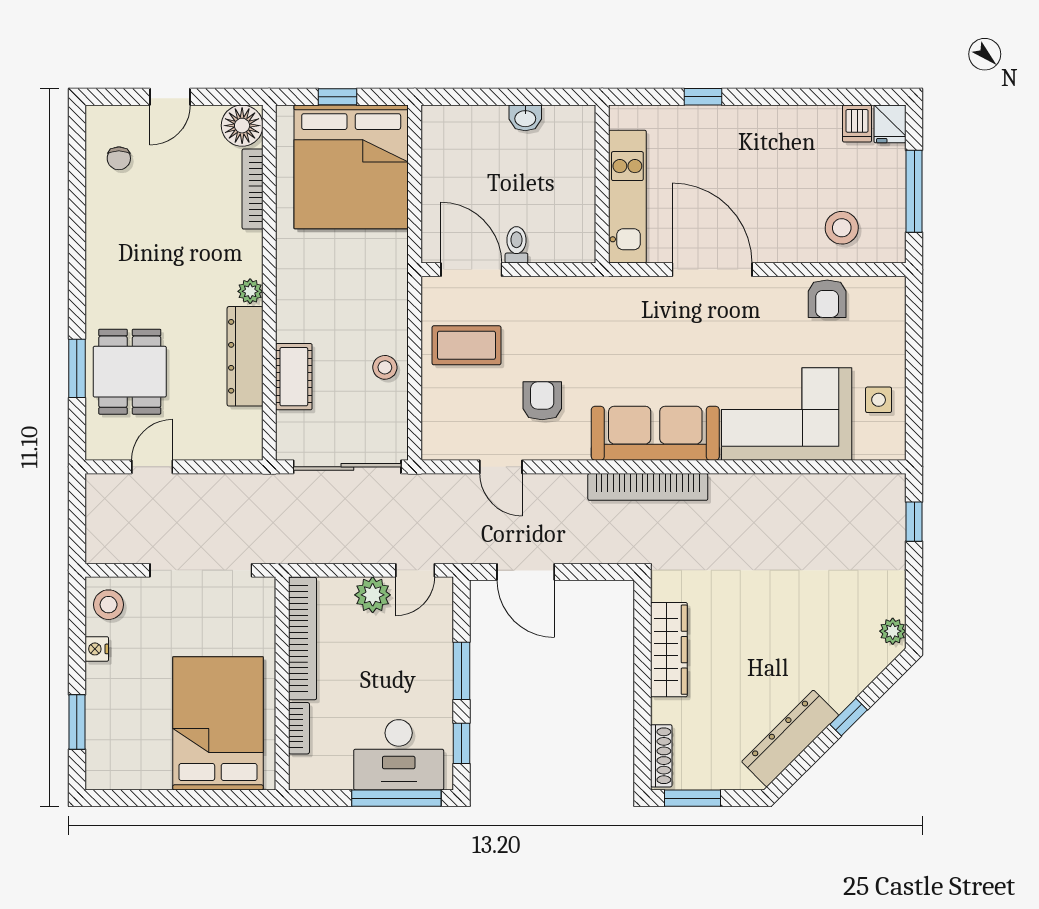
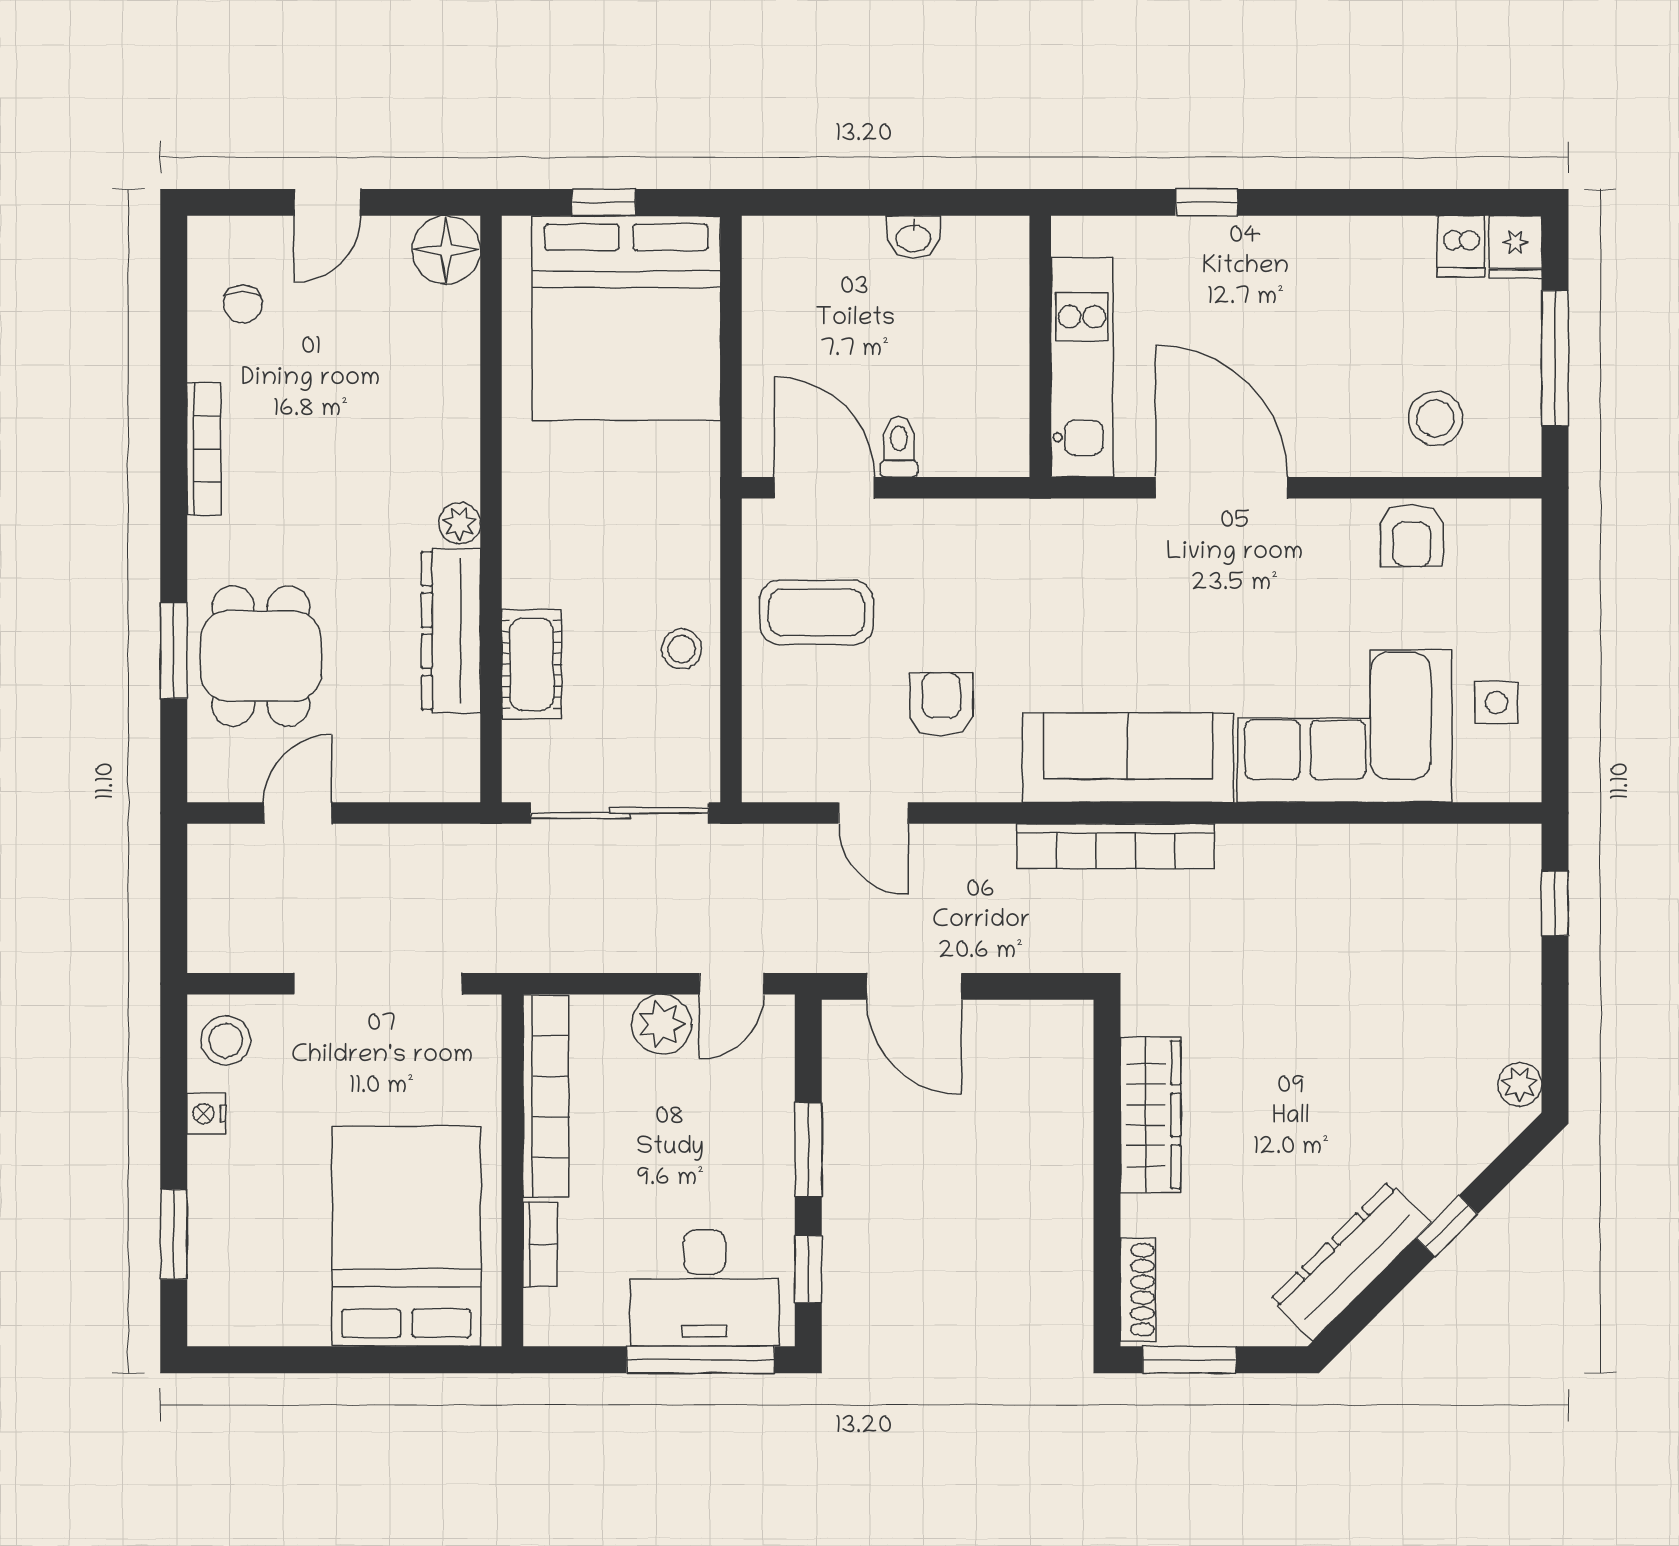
bookcase: (253, 189) -> (204, 449), moved, turned 180

